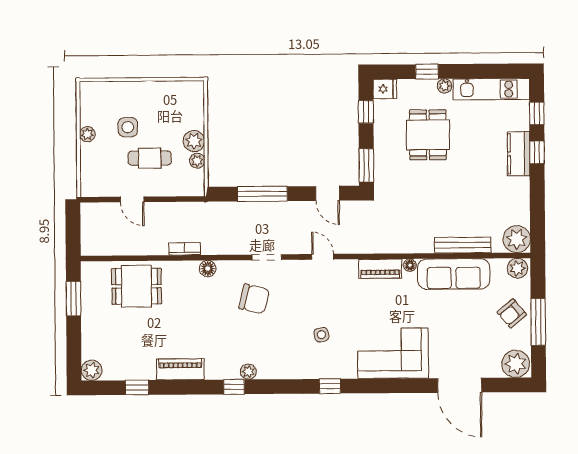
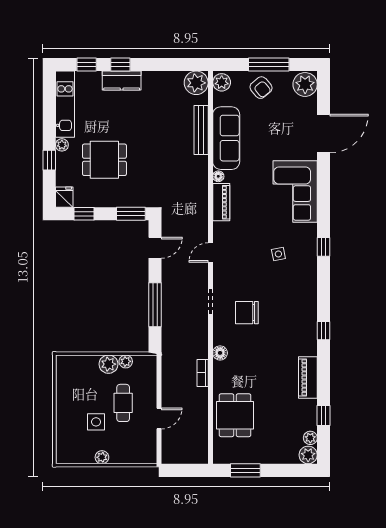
chair: (254, 299) -> (247, 313), turned -104
plant: (248, 372) -> (310, 438), moved

